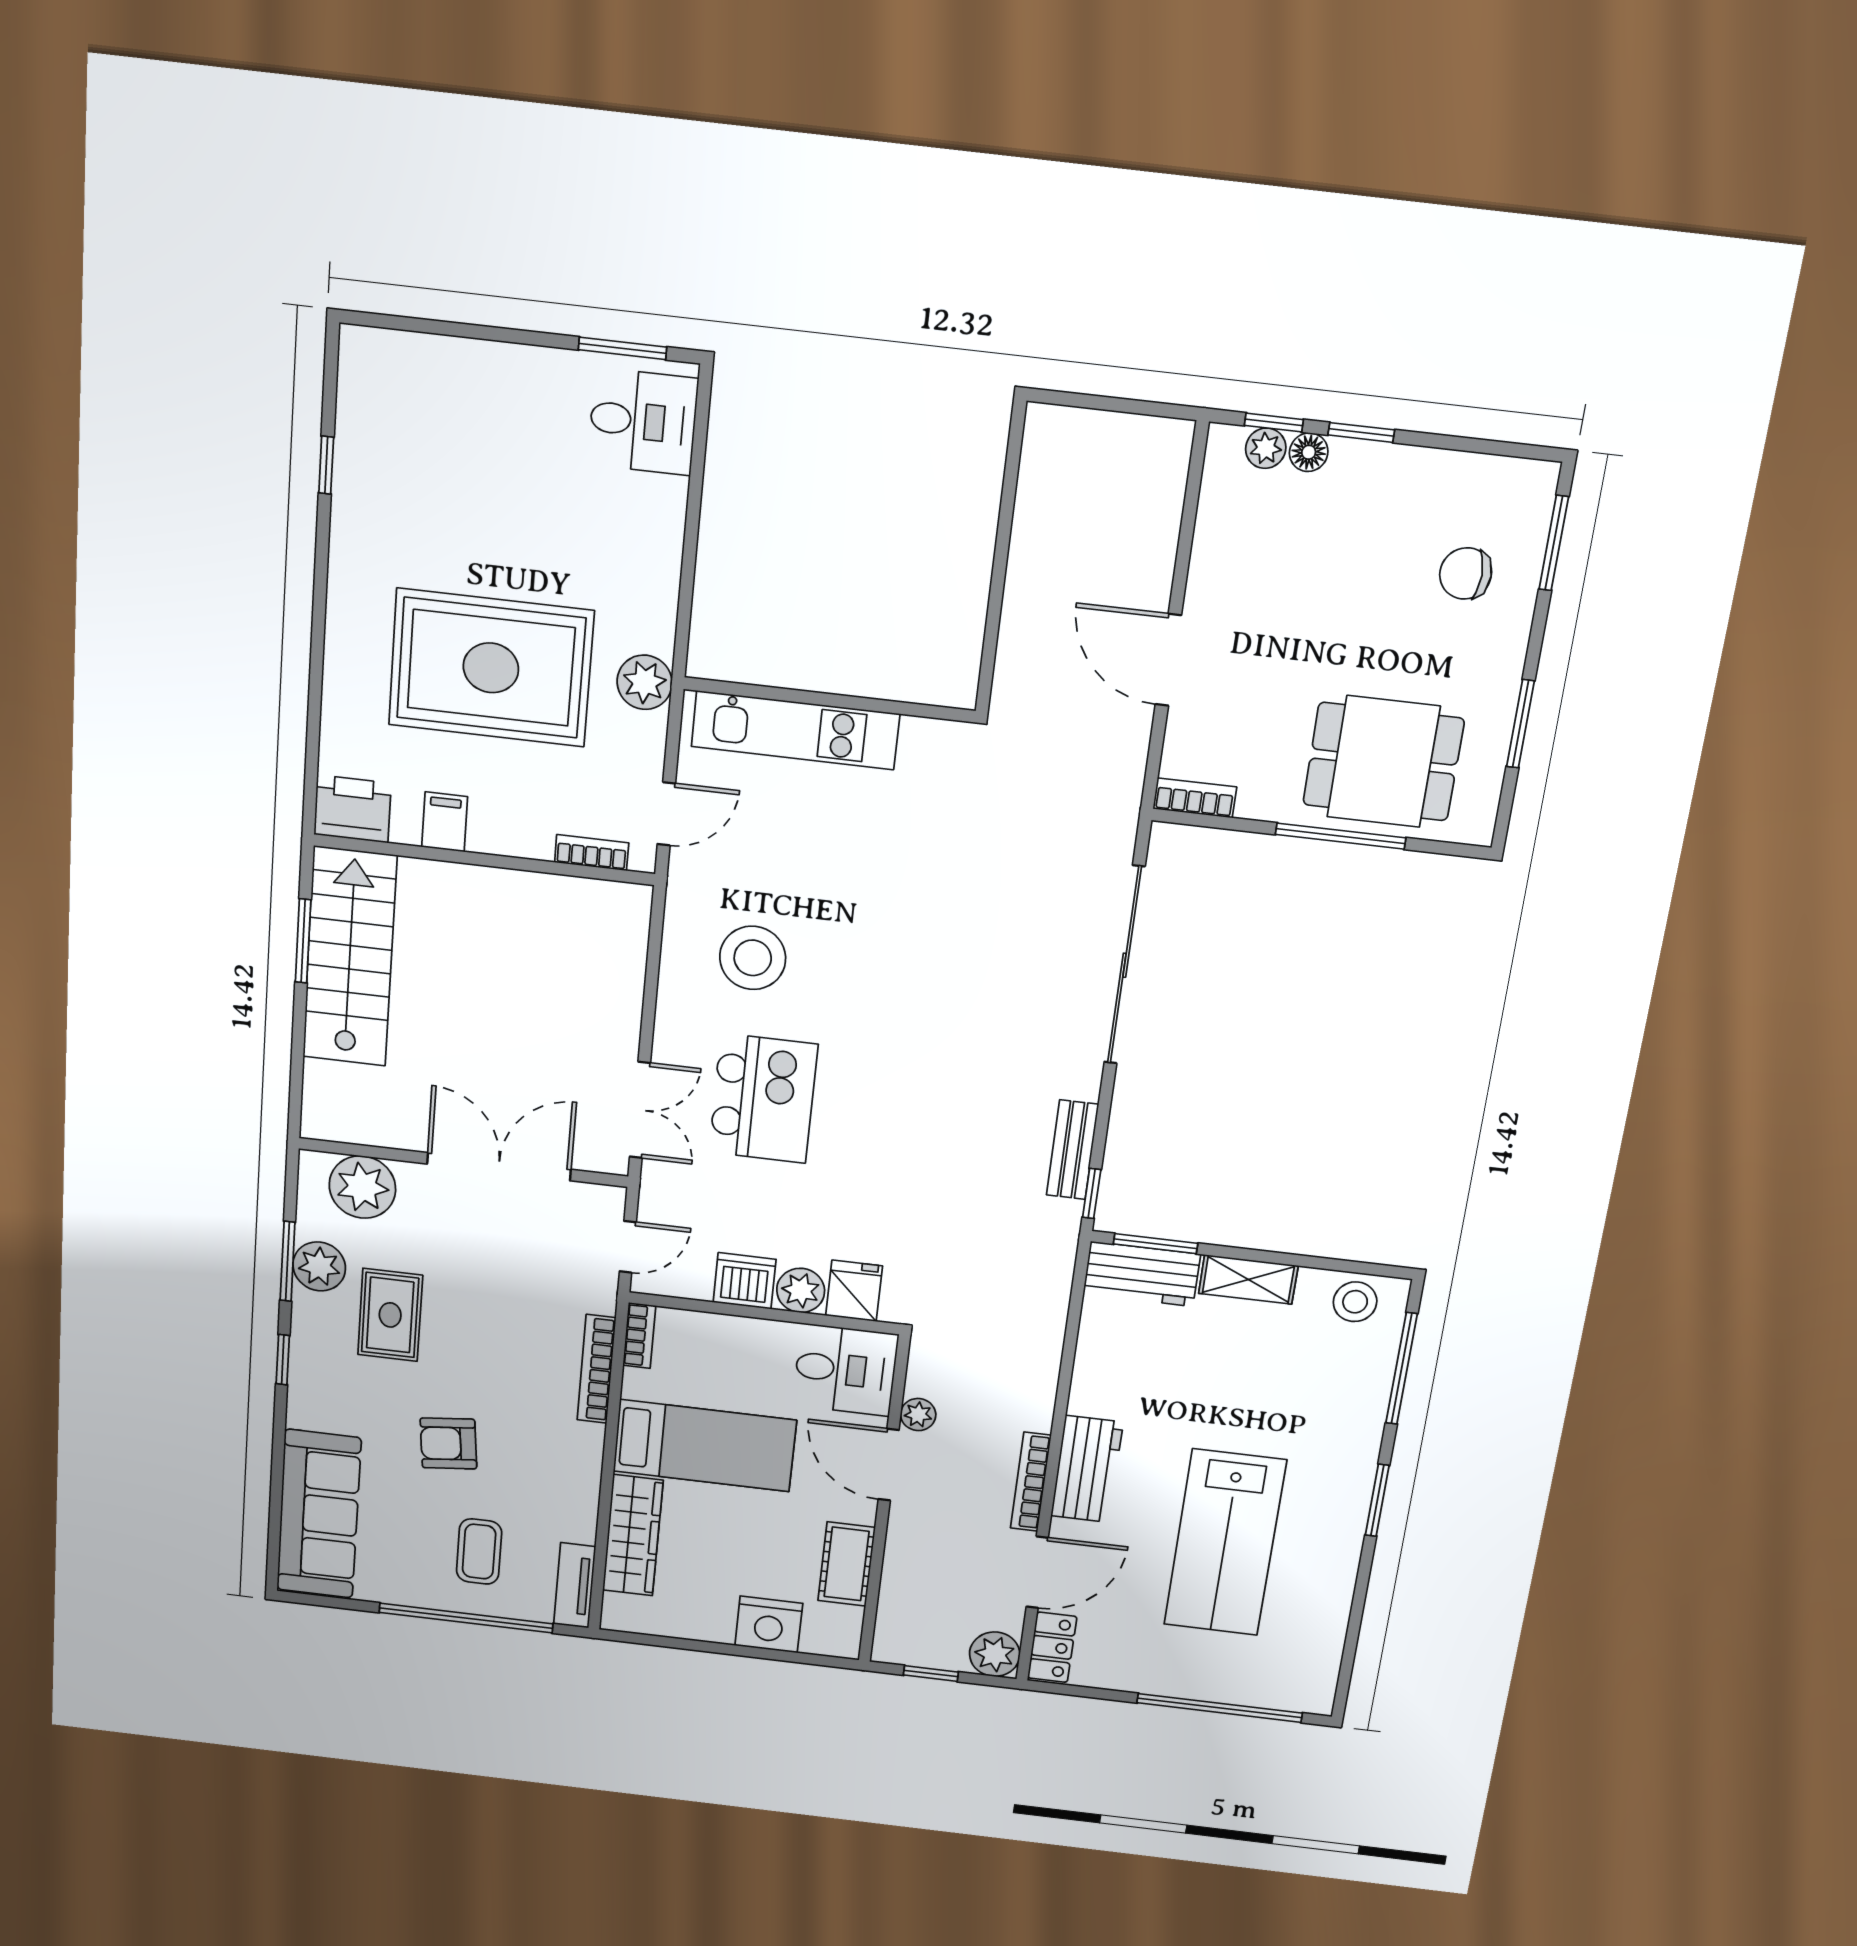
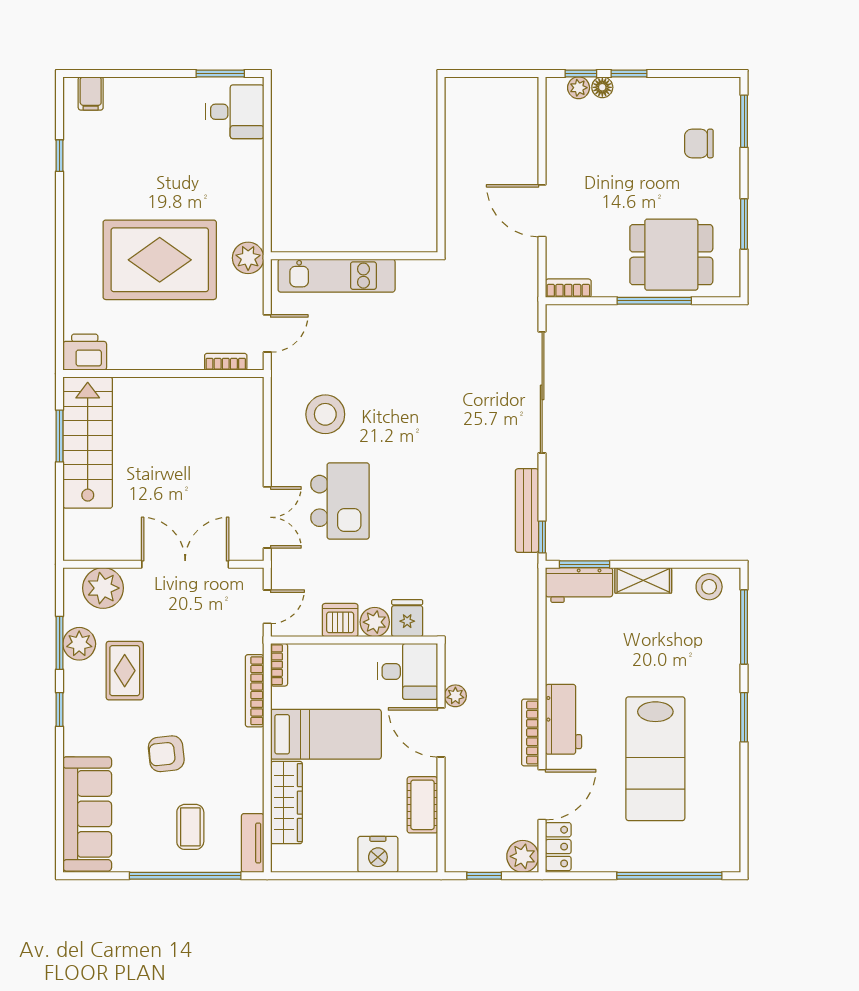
filing cabinet: (445, 822) -> (91, 93), moved, turned 180
bench: (1072, 1150) -> (527, 511), width x1.36

